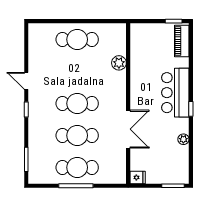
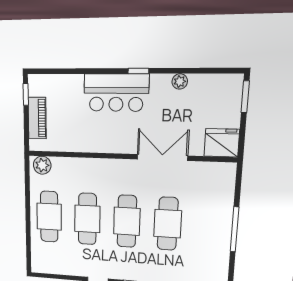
piano: (182, 41) -> (37, 118), moved, turned -90
plant: (119, 63) -> (42, 165), moved
cafe table: (77, 167) -> (87, 219), moved
fridge: (138, 177) -> (222, 143), width x1.88, depth x1.34

